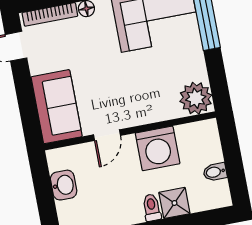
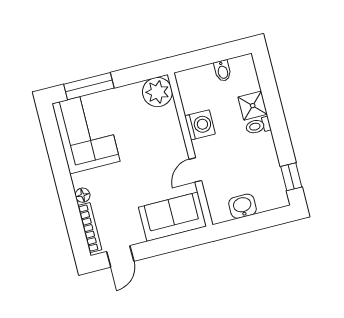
door: (107, 135) -> (195, 170), swing flipped
washing machine: (158, 148) -> (200, 125), width x0.73, depth x0.73

